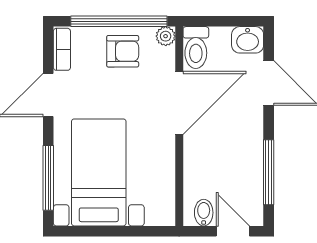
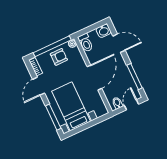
door: (179, 103) -> (94, 78), moved
door: (233, 231) -> (132, 105), hinge flipped

